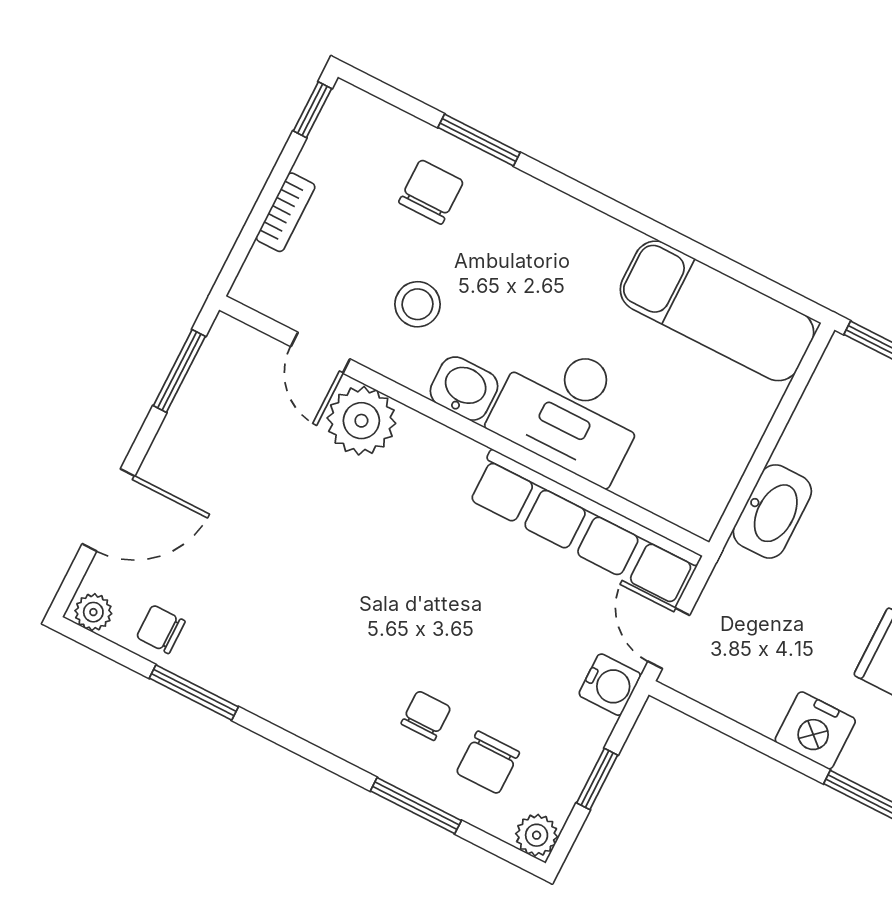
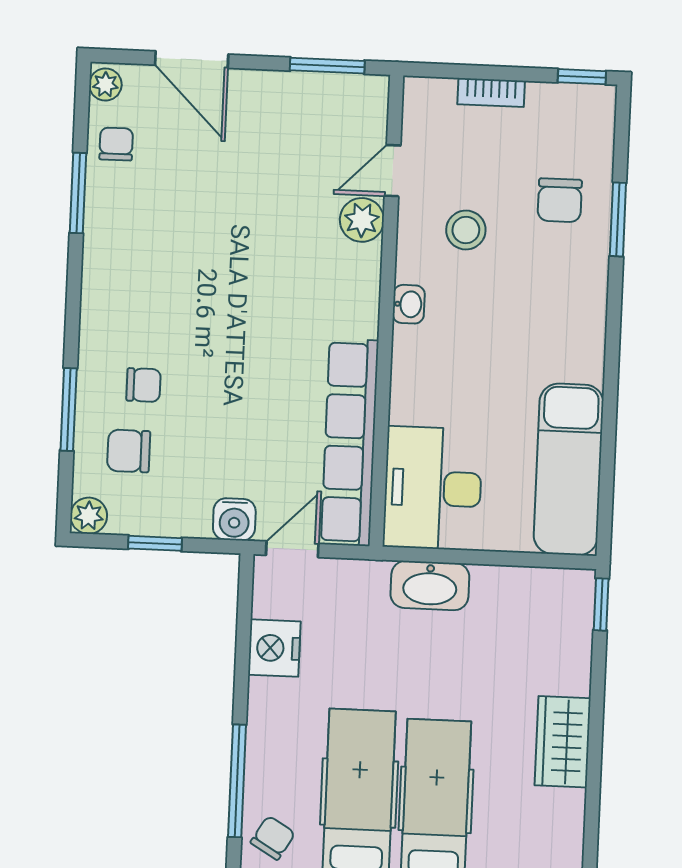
chair: (431, 192) -> (560, 200), turned 90
washbasin: (464, 389) -> (409, 304), width x0.72, depth x0.69
desk: (570, 410) -> (433, 488), moved
plant: (361, 421) -> (362, 220), width x0.73, depth x0.73
nightstand: (815, 730) -> (274, 648), moved

